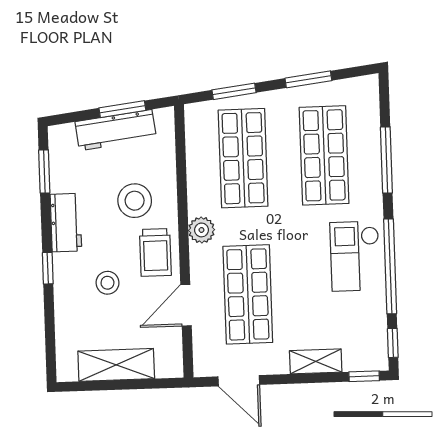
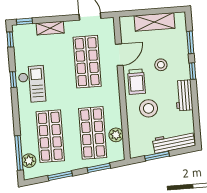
plant: (367, 111) -> (29, 161), added
workbench: (116, 130) -> (174, 142), moved
window: (386, 160) -> (19, 153), moved
window: (44, 172) -> (190, 42), moved
plant: (202, 230) -> (116, 135), moved
trolley: (155, 252) -> (136, 82), turned 180
window: (390, 266) -> (13, 80), width x0.32

